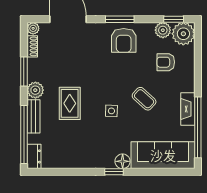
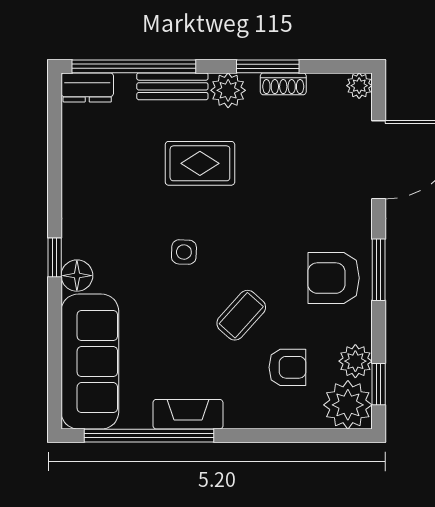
shoe rack: (32, 46) -> (283, 84), moved
armchair: (166, 62) -> (287, 367), turned 90
coffee table: (144, 99) -> (241, 315), moved

